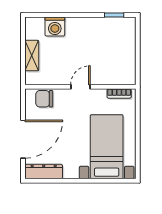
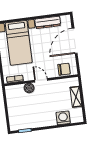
boiler: (100, 78) -> (29, 88), added
door: (80, 87) -> (41, 80), swing flipped
dresser: (44, 172) -> (48, 22), moved

